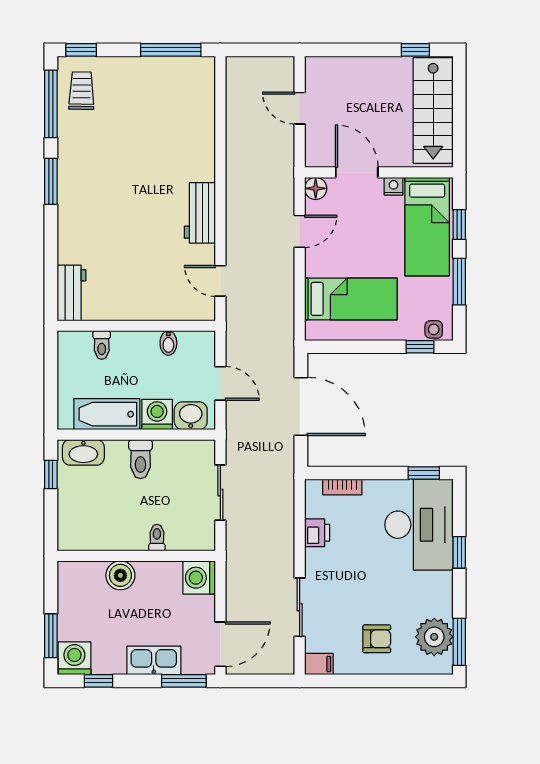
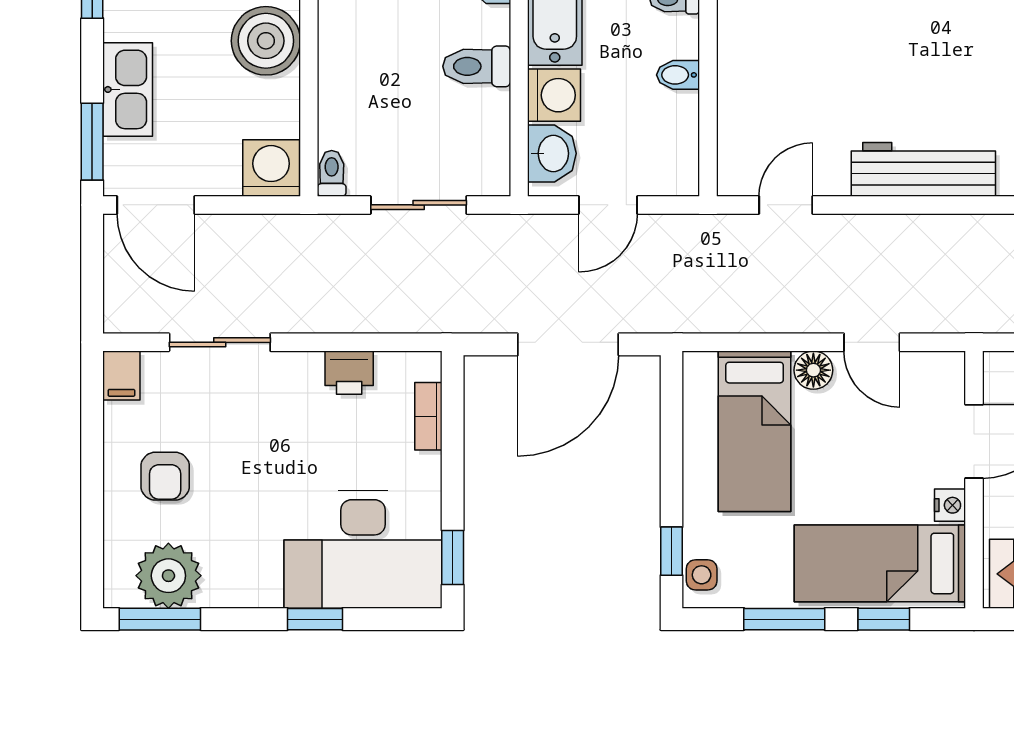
floor lamp: (316, 188) -> (813, 370), moved
workbench: (200, 213) -> (923, 169), width x1.38
bidet: (168, 343) -> (678, 75), moved
toilet: (157, 538) -> (332, 173), moved, turned -90
boiler: (120, 575) -> (266, 41), width x1.37, depth x1.37

